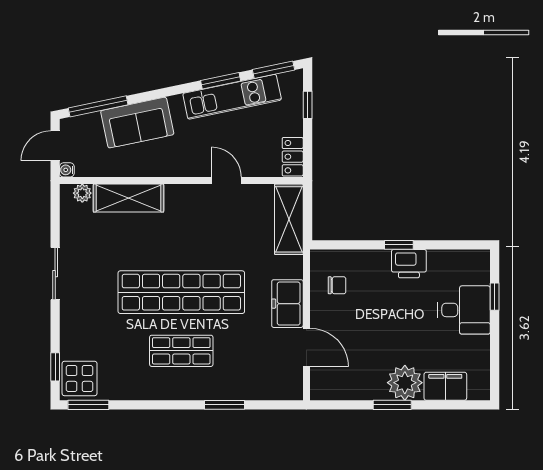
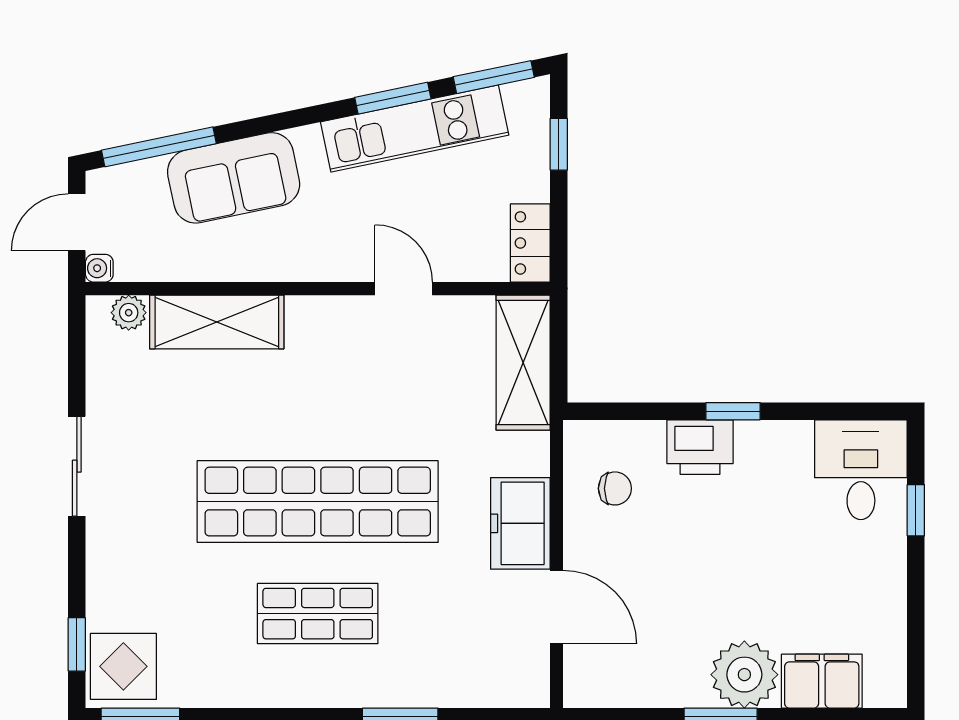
printer: (409, 264) -> (700, 447), moved
desk: (464, 310) -> (861, 470), moved, turned -90

